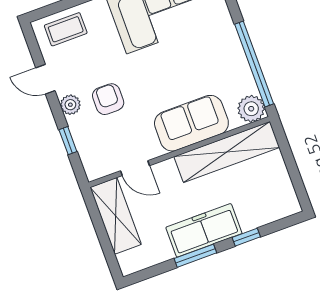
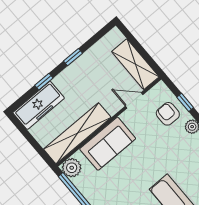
armchair: (108, 99) -> (168, 114), moved, turned 180
freezer: (204, 230) -> (39, 105), moved
window: (195, 256) -> (73, 57), width x0.67

